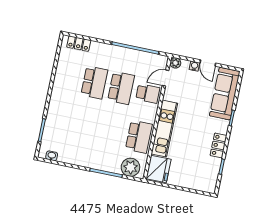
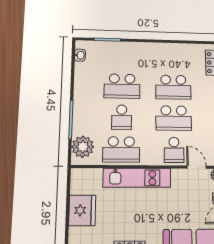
school desk: (85, 126) -> (122, 86), added
school desk: (112, 131) -> (122, 117), added
fridge: (159, 169) -> (82, 210), moved, turned -90

